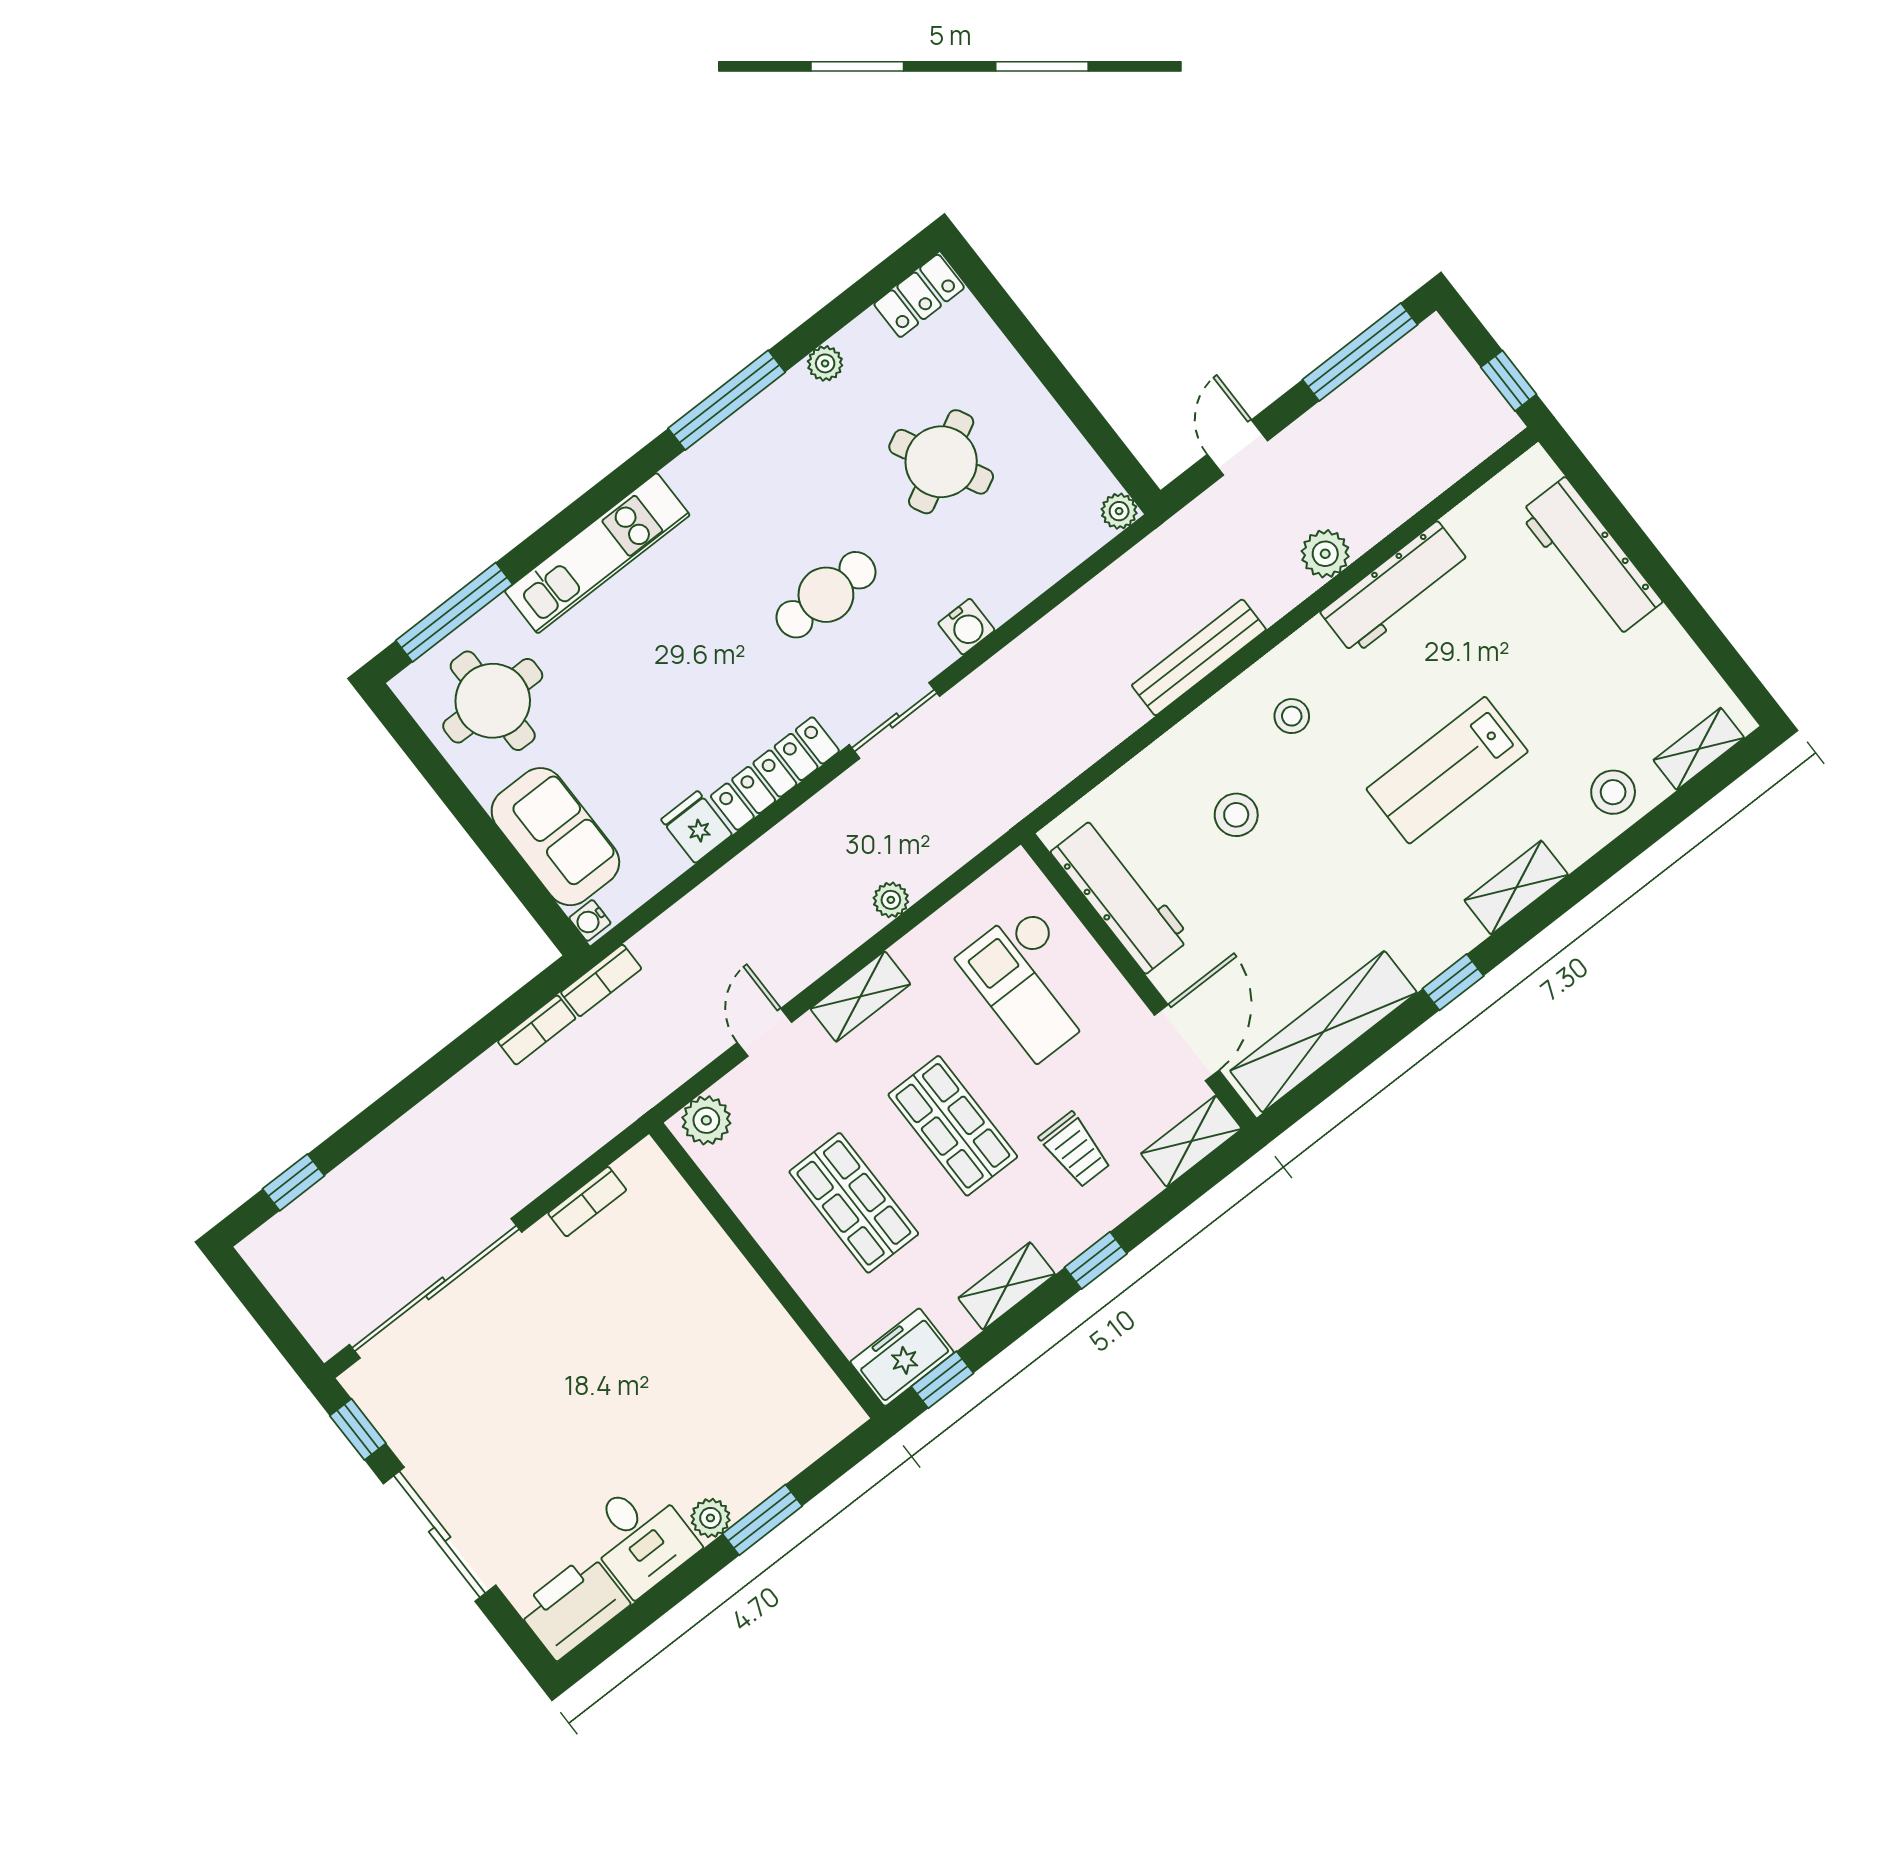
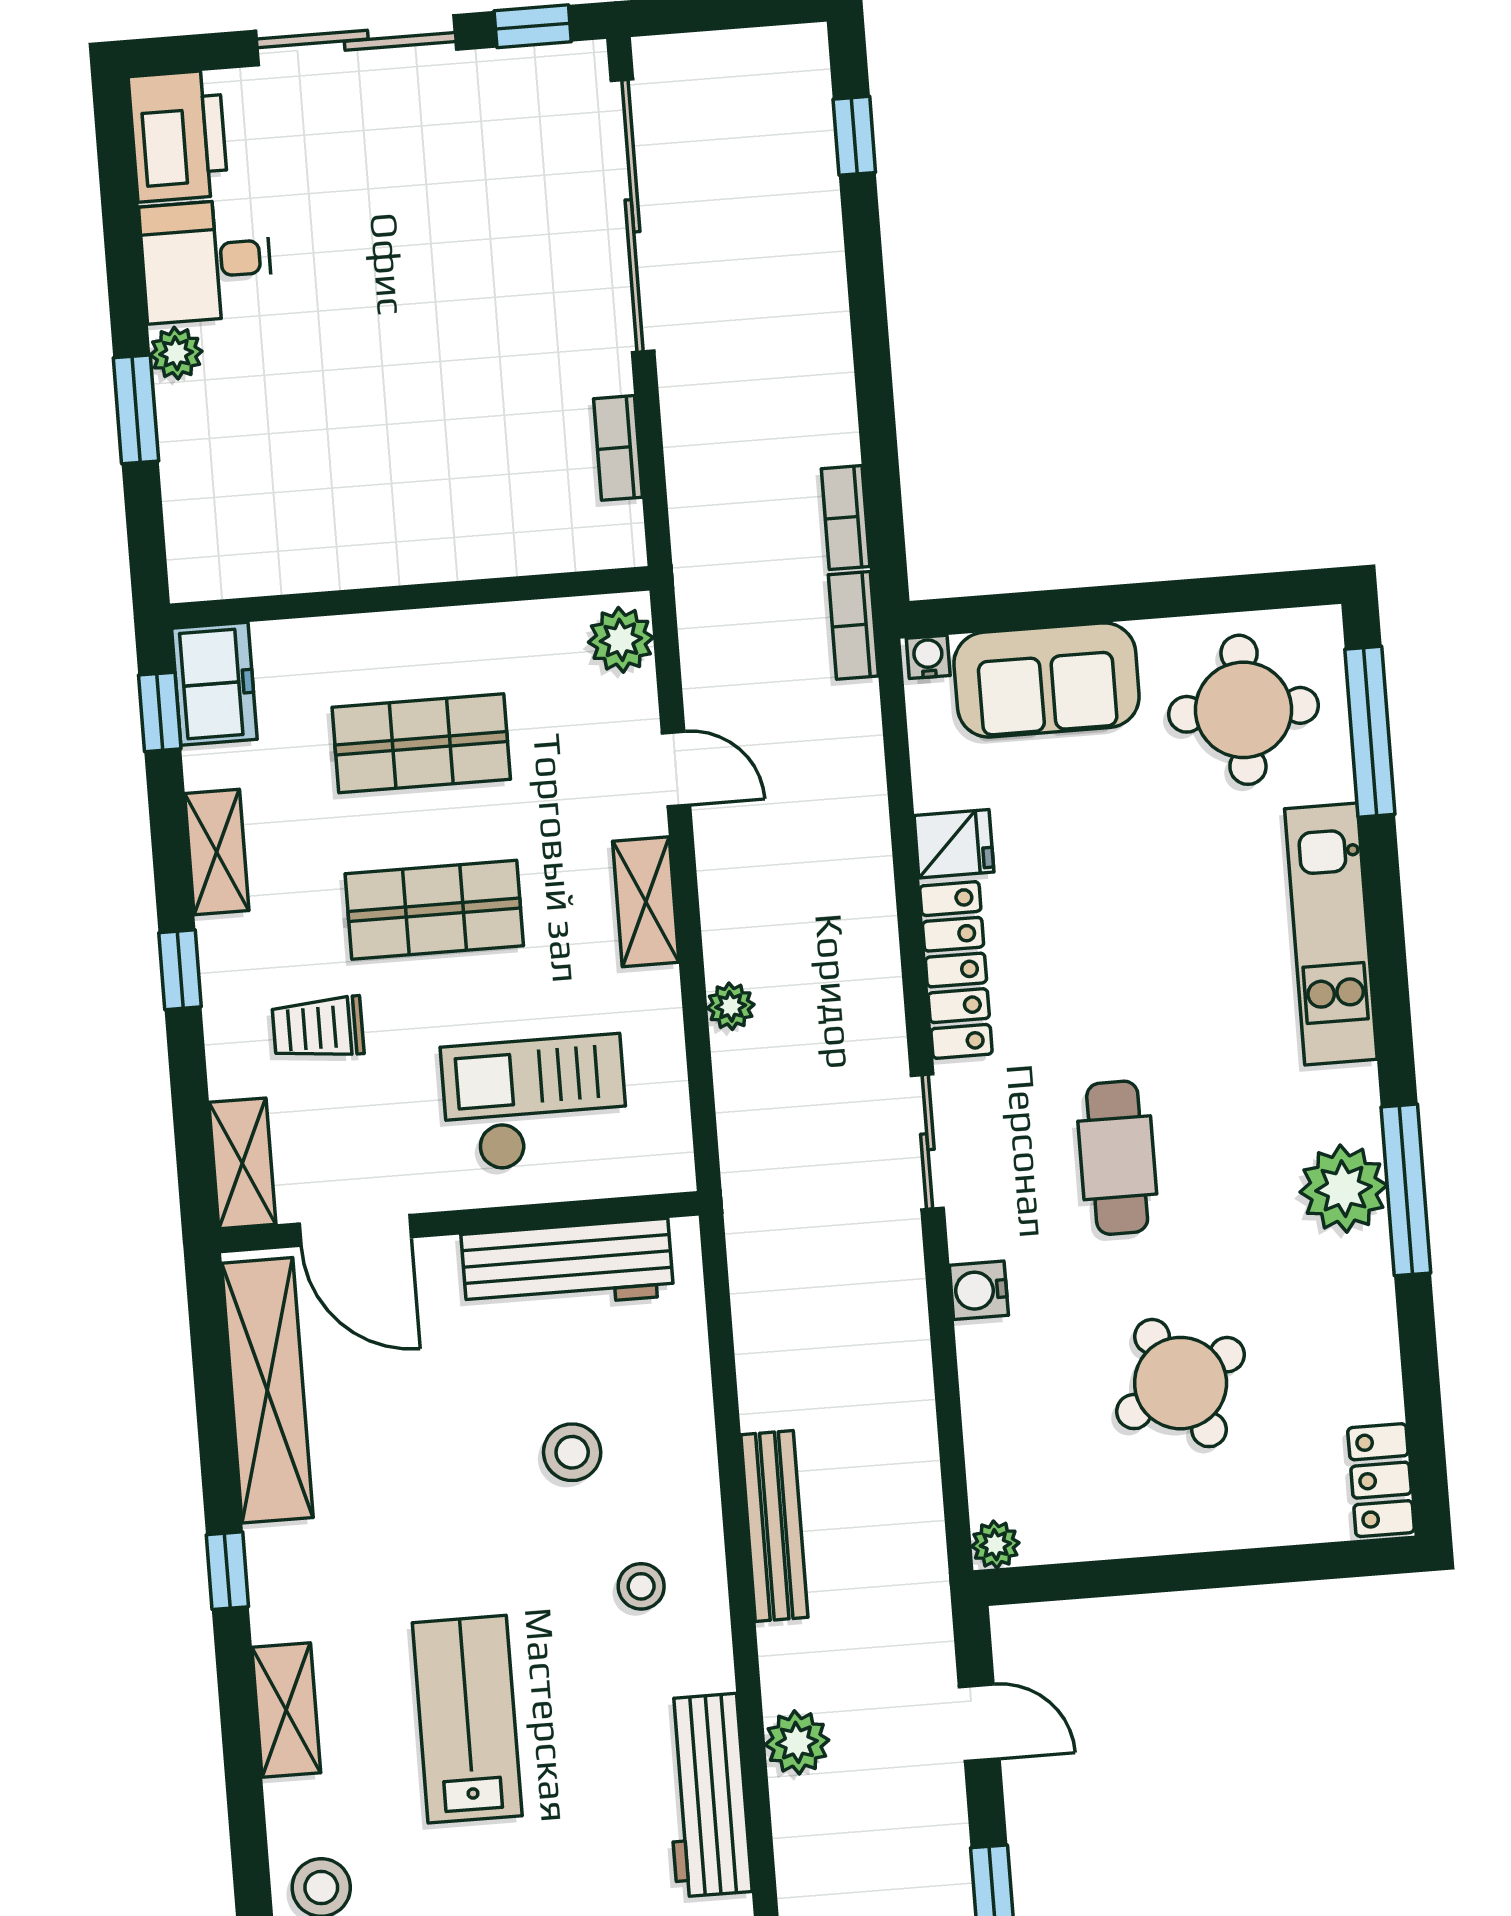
plant: (825, 363) -> (1343, 1189), moved, width x1.88, depth x1.88

